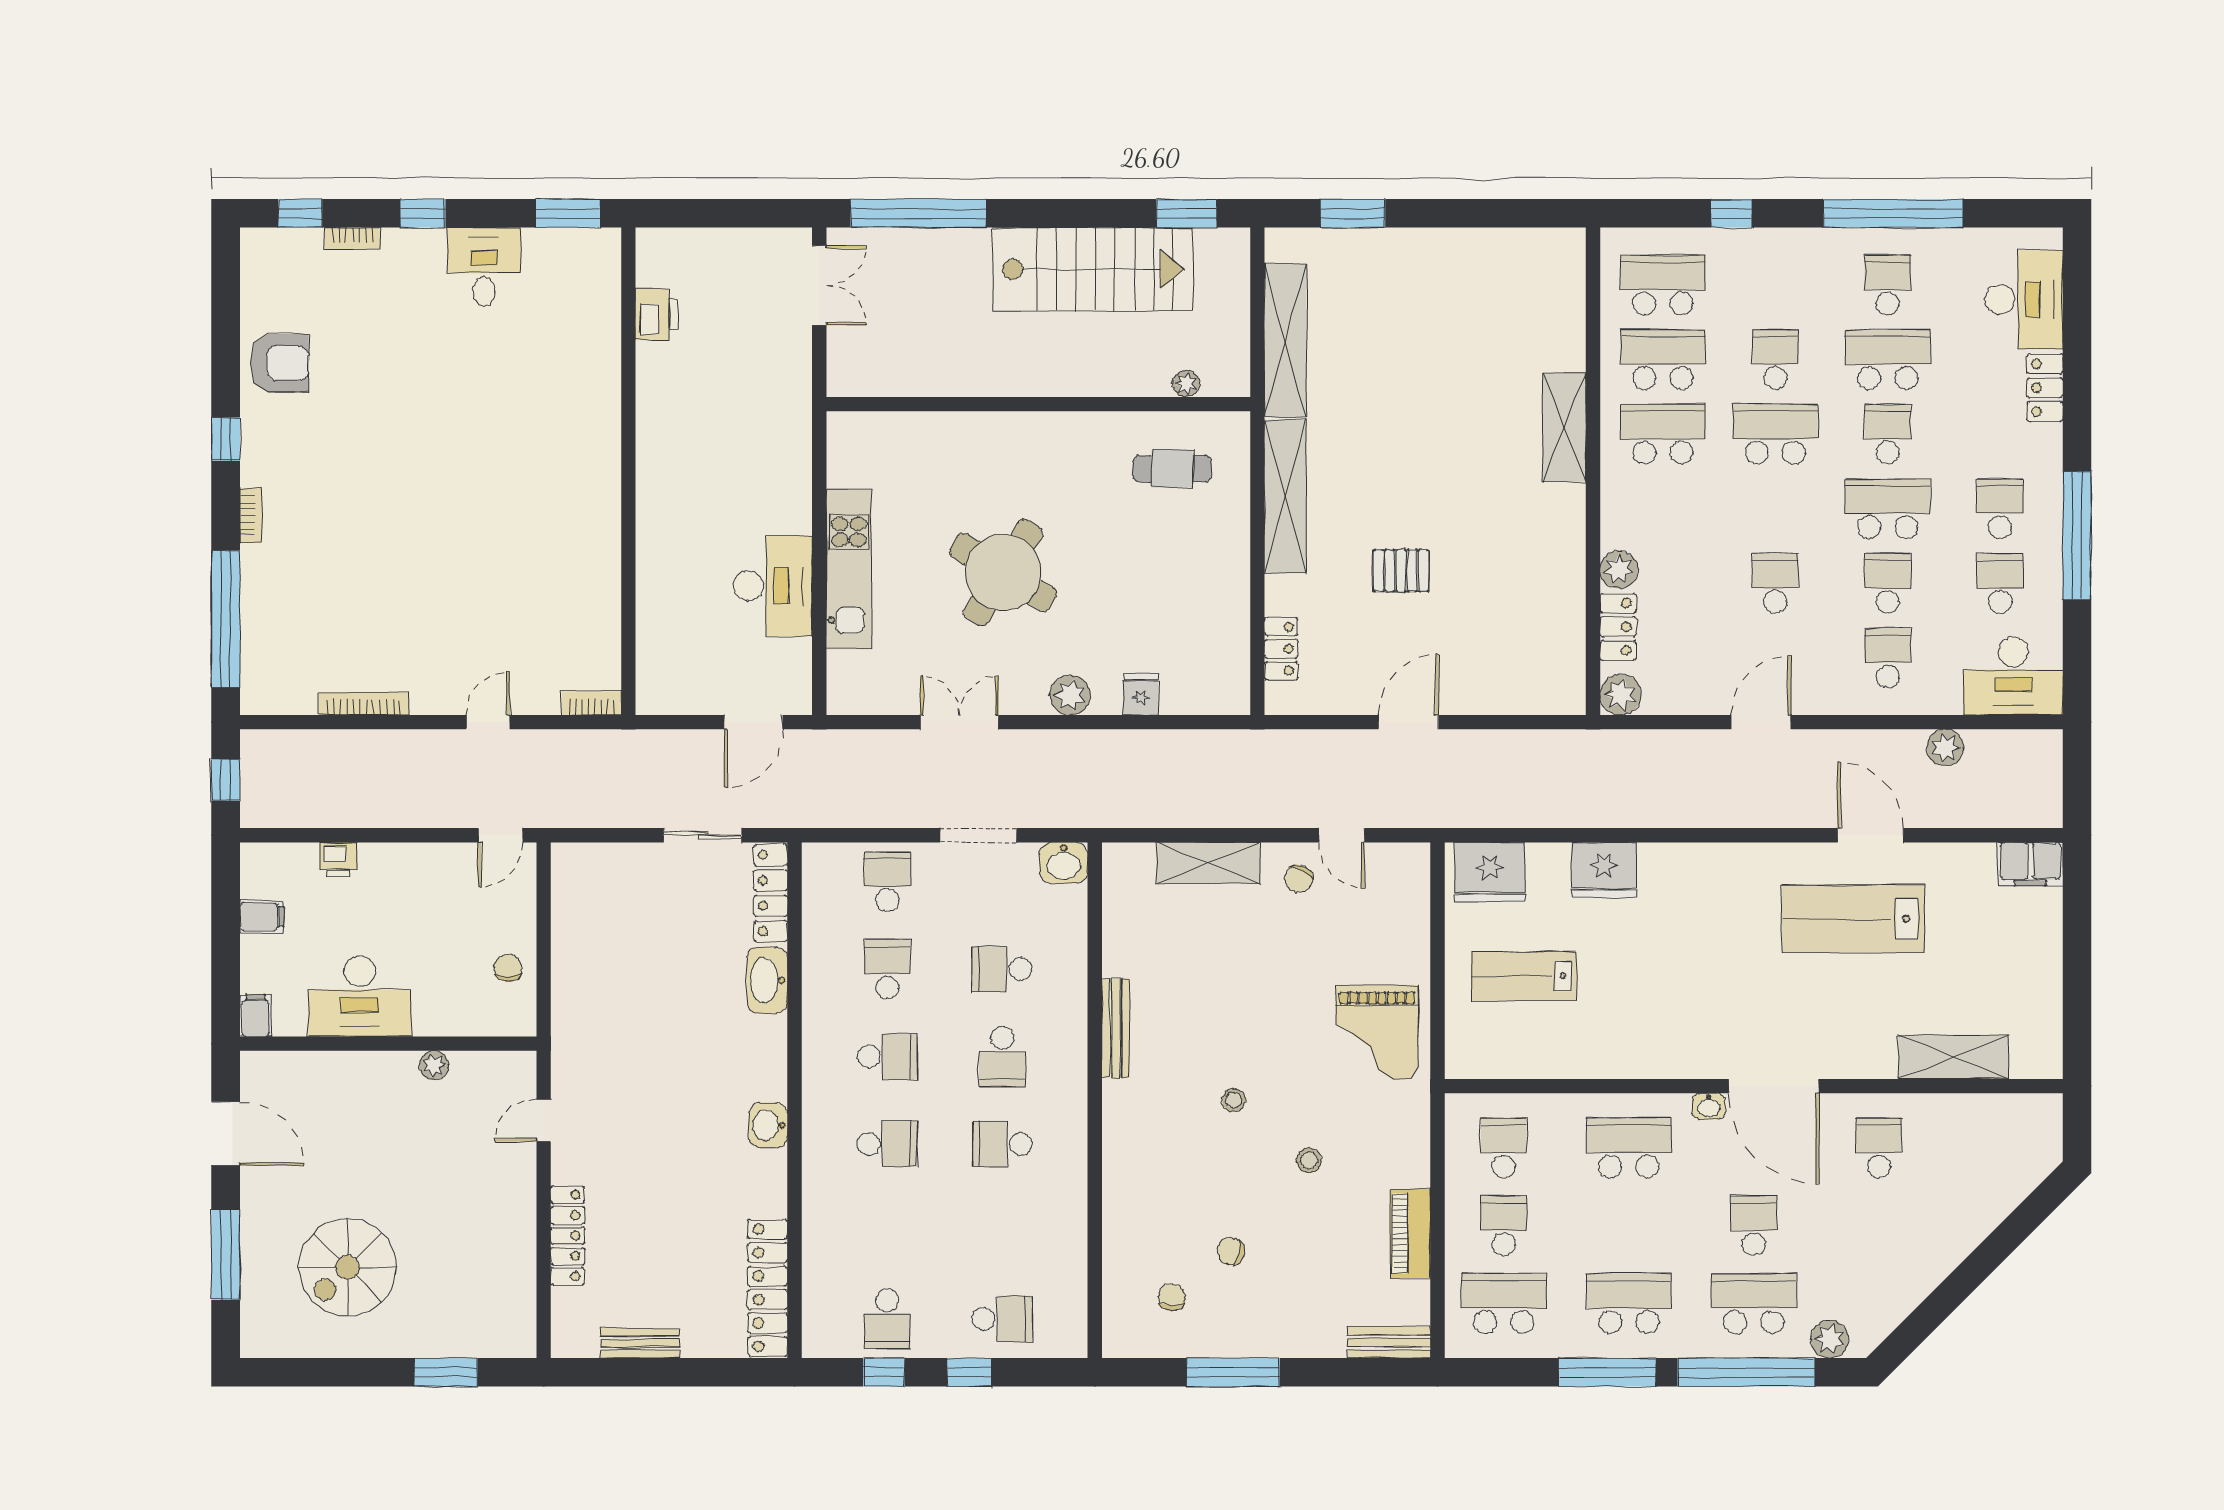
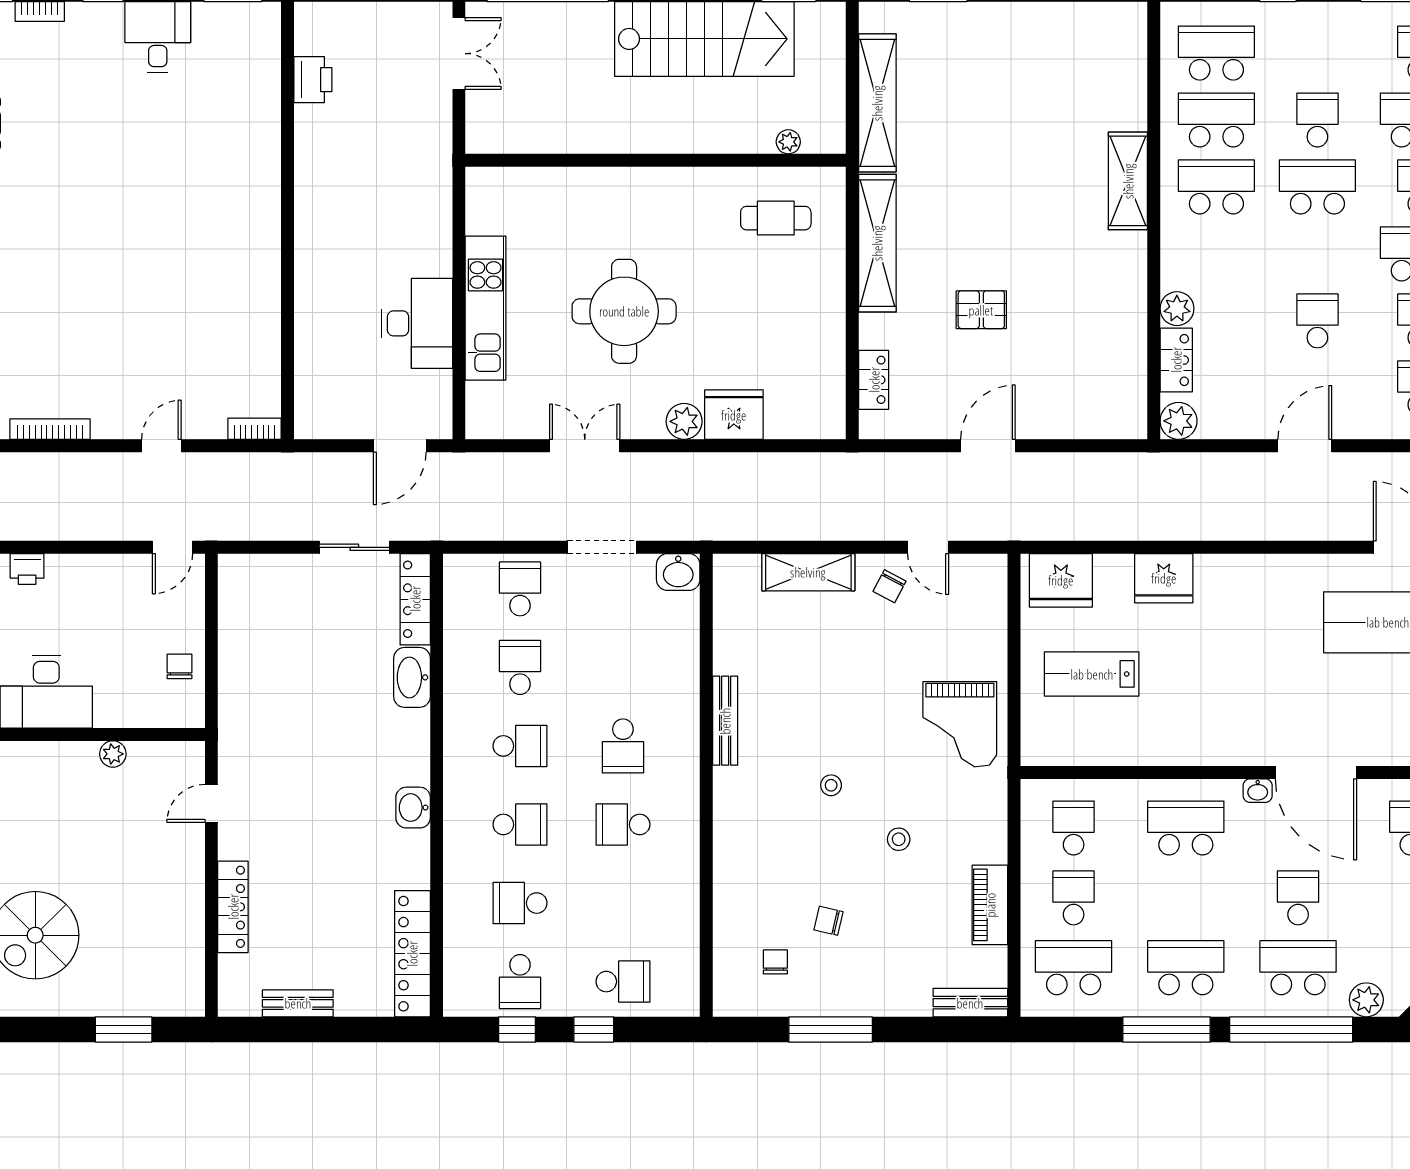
round table: (1003, 572) -> (624, 311), turned -32
fridge: (1141, 694) -> (734, 415), width x1.88, depth x1.34
school desk: (1002, 969) -> (520, 903), moved

